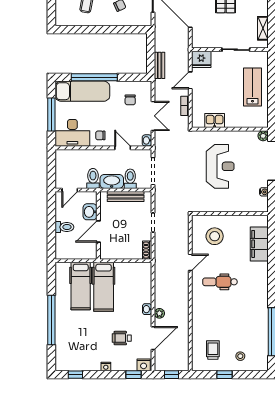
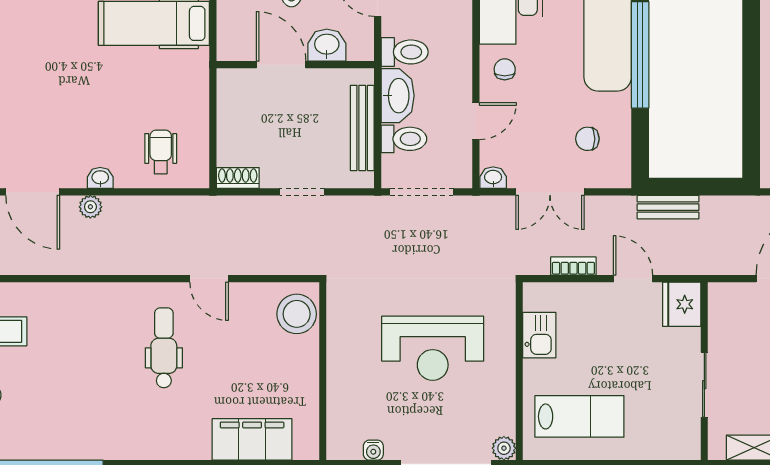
lab bench: (253, 87) -> (579, 416), moved
stool: (215, 236) -> (297, 314), moved
hospital bed: (104, 287) -> (152, 77), removed
wheelchair: (122, 338) -> (161, 152), moved

